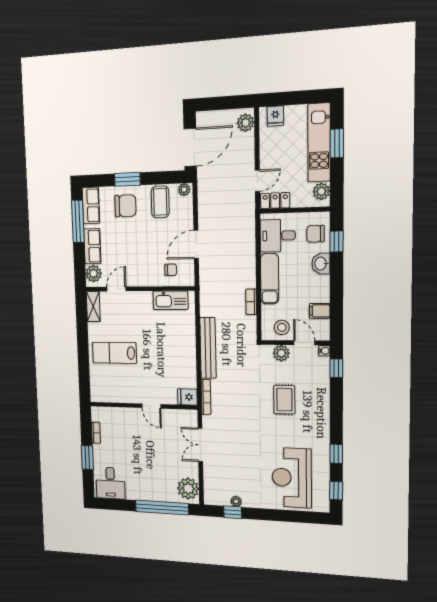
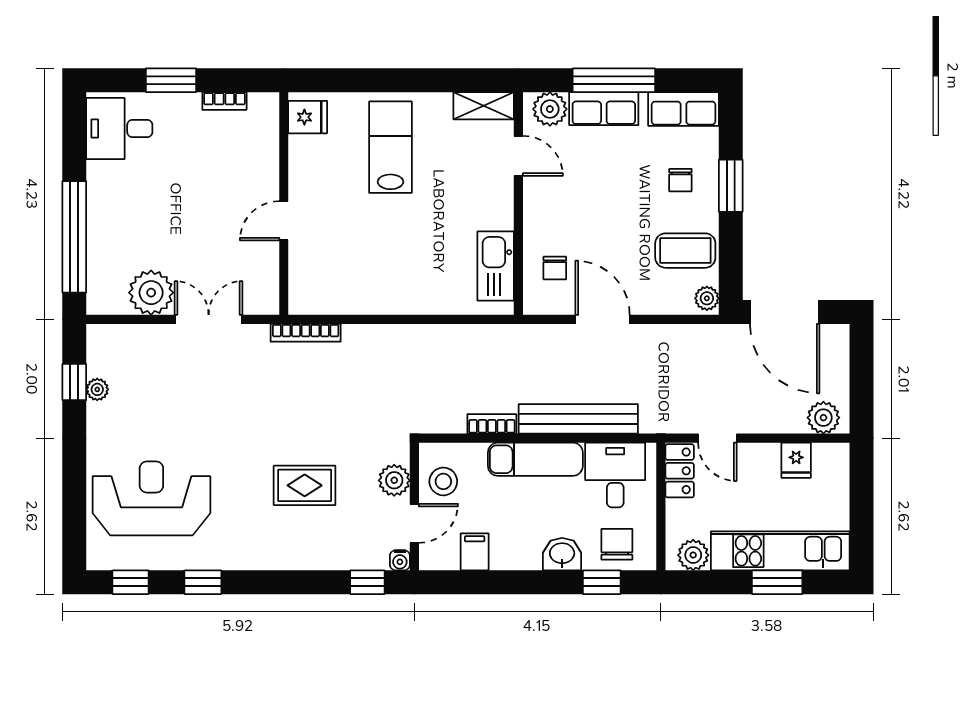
fridge: (275, 116) -> (796, 460), moved, turned -90
chair: (125, 206) -> (680, 180), width x0.54, depth x0.54
window: (78, 221) -> (614, 80), moved
bench: (208, 348) -> (578, 419), moved
fridge: (187, 397) -> (308, 117), moved, turned 90
plant: (188, 488) -> (151, 293), moved

